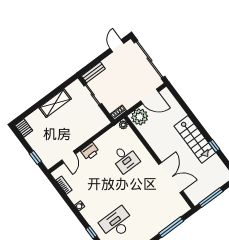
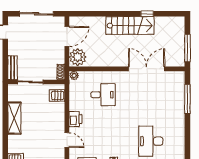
sliding door: (150, 60) -> (37, 14), width x0.73
server rack: (98, 123) -> (57, 96), added

